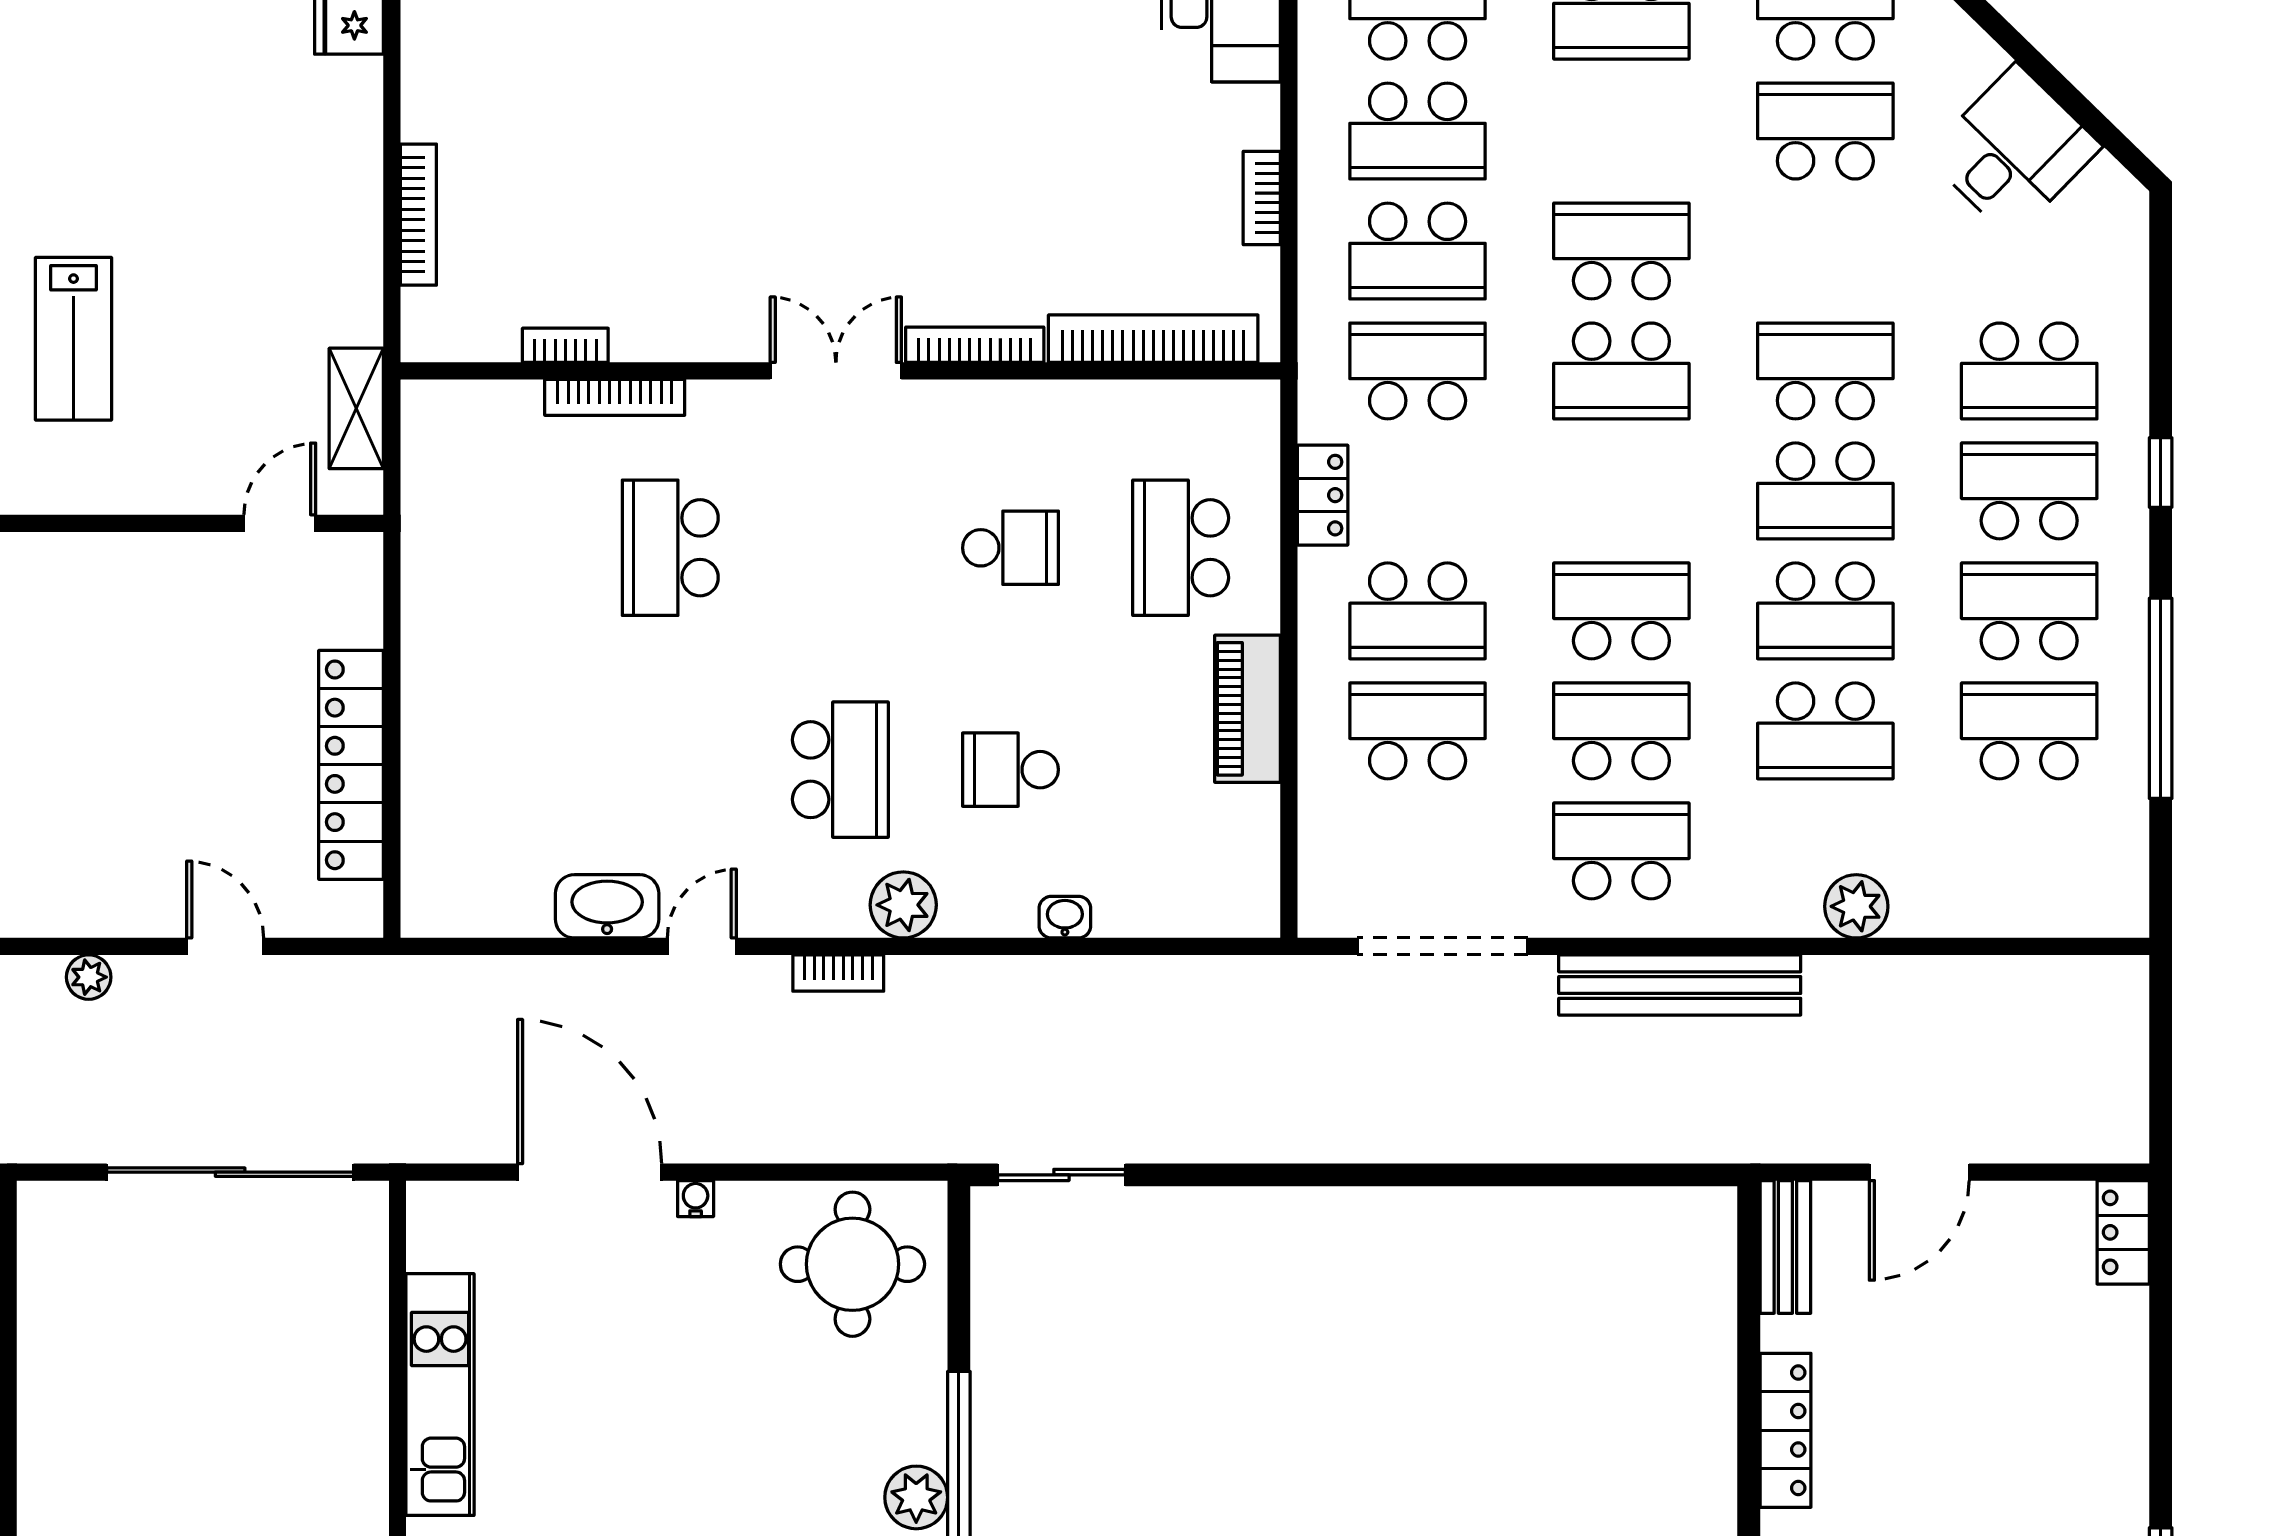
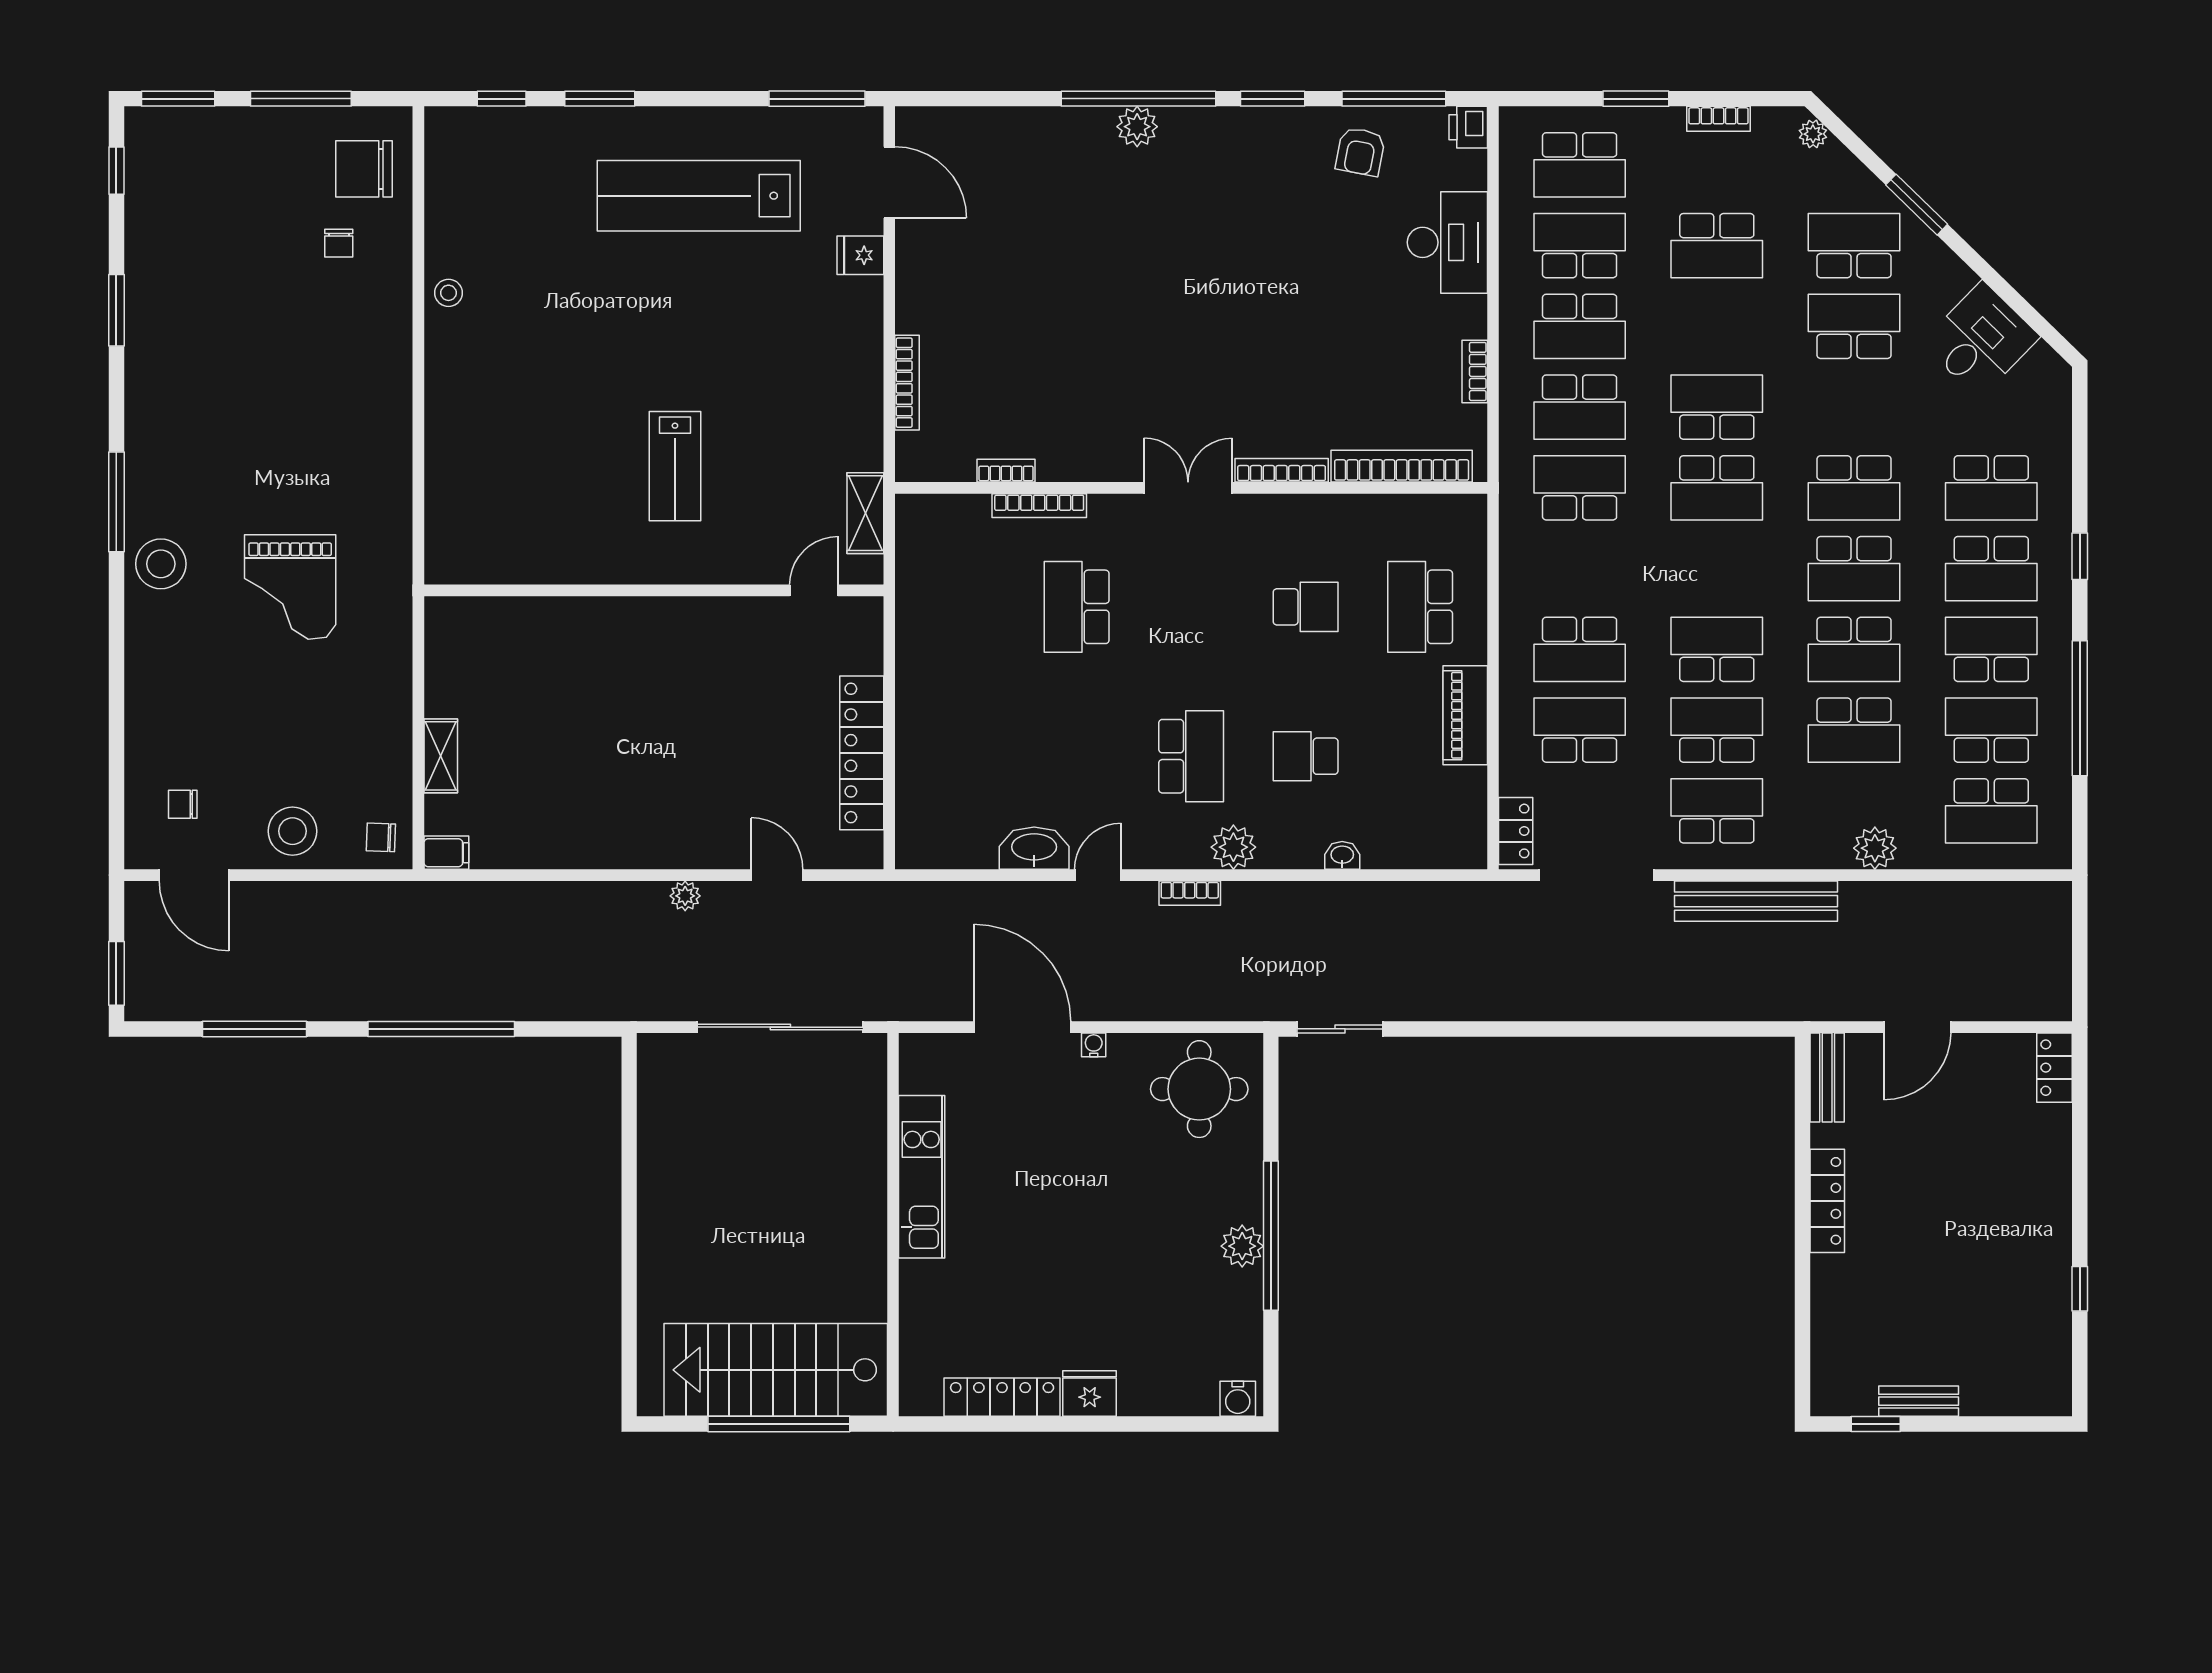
school desk: (1825, 371) -> (1854, 488), turned 180
school desk: (2029, 491) -> (1991, 569), turned 180
locker: (1323, 495) -> (1516, 831), moved
school desk: (2029, 851) -> (1991, 811), added

